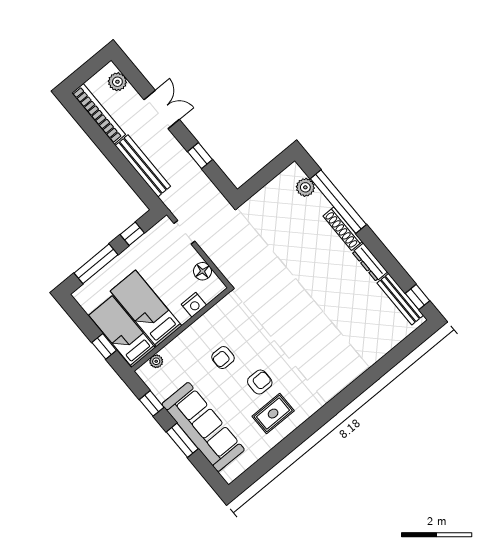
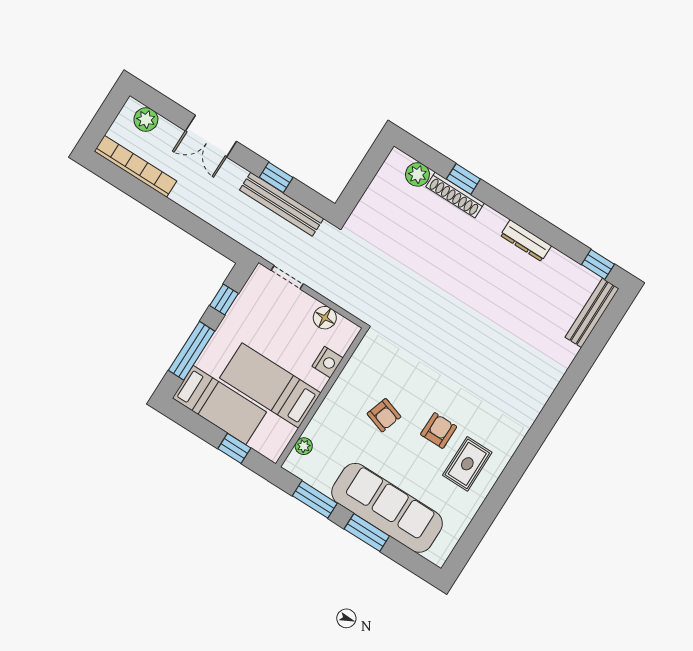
double door: (162, 109) -> (211, 136), swing flipped
bench: (143, 166) -> (282, 204), moved
window: (338, 202) -> (463, 179), width x0.32
shoe rack: (343, 229) -> (455, 195), moved
bench: (400, 299) -> (592, 313), moved, turned 90
bed: (122, 331) -> (219, 405), moved, turned 180
armchair: (223, 358) -> (384, 415), turned -72
window: (152, 403) -> (315, 499), width x1.50

